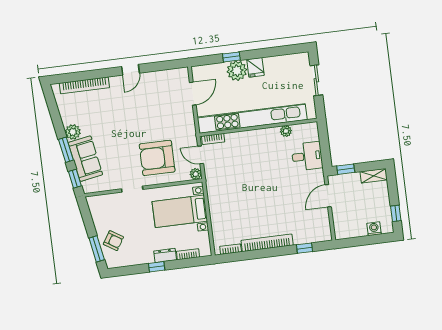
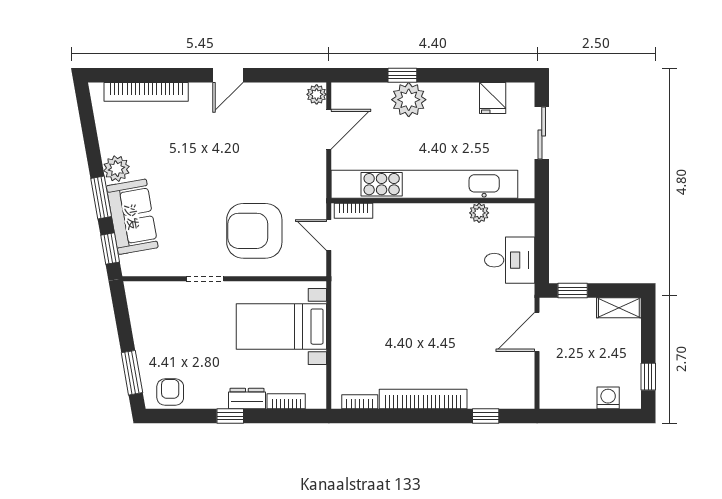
fridge: (255, 67) -> (493, 98), moved
plant: (196, 174) -> (317, 94), moved
armchair: (113, 241) -> (170, 392), moved, turned -122

